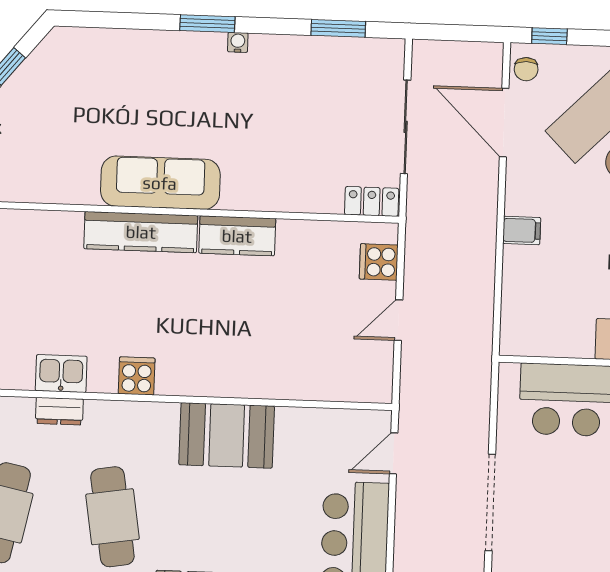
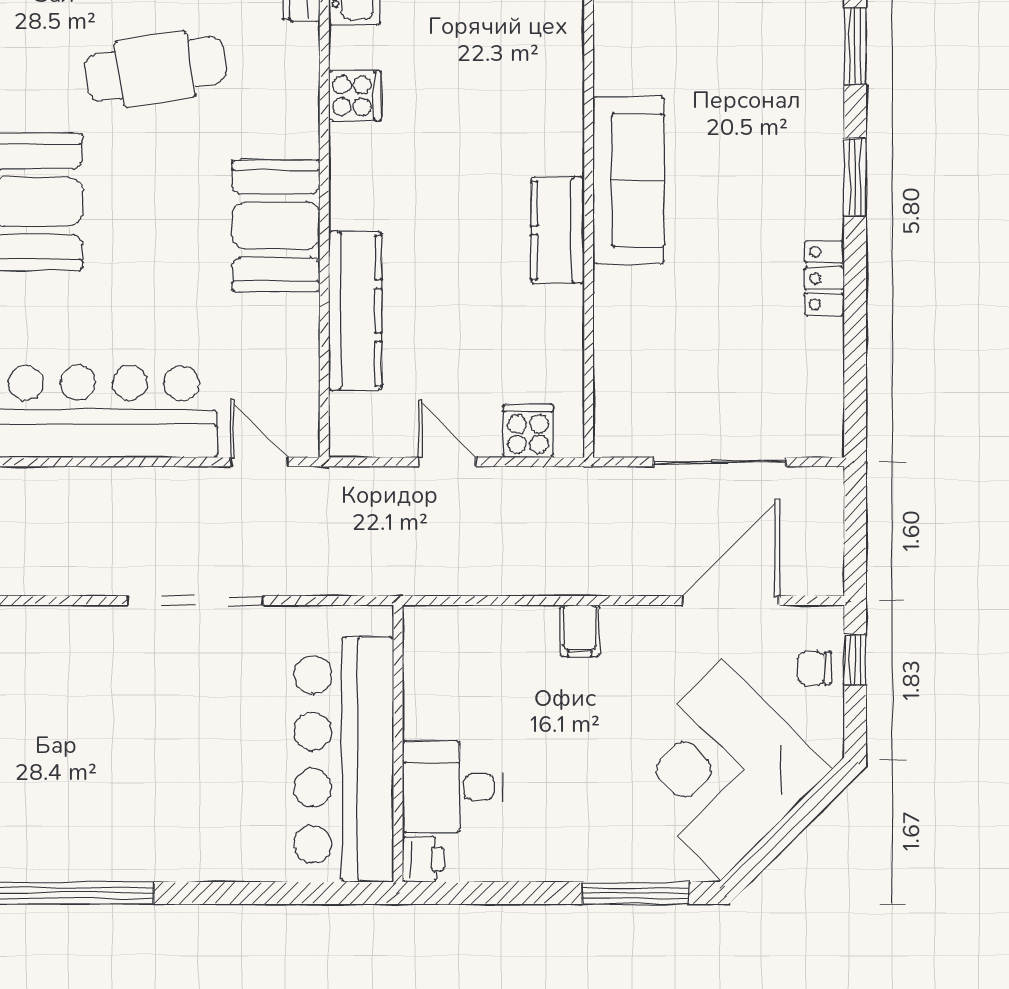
window: (338, 28) -> (855, 46), moved
water cooler: (238, 42) -> (830, 221), removed
chair: (526, 69) -> (814, 668), moved
sofa: (160, 183) -> (629, 180), moved
locker: (372, 201) -> (824, 278), moved, turned 180
kitchen counter: (141, 232) -> (355, 311), moved, turned 180

